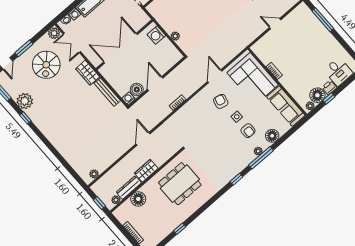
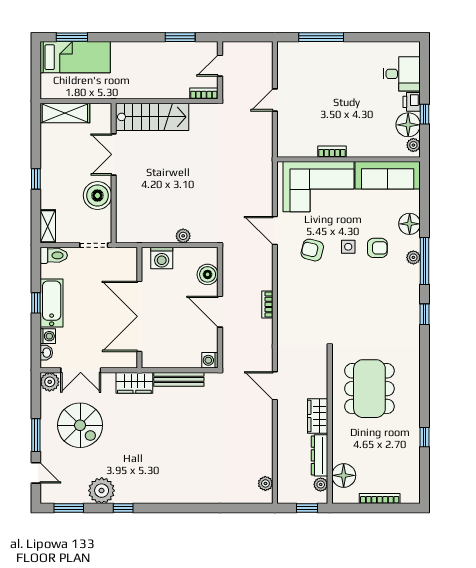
boiler: (137, 90) -> (208, 274), moved
floor lamp: (138, 199) -> (344, 475), moved

